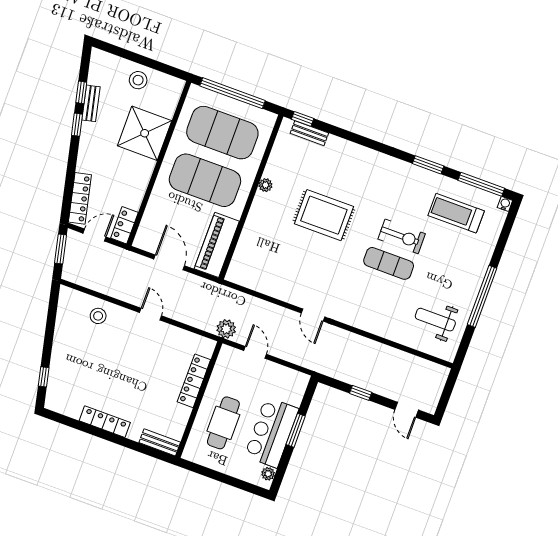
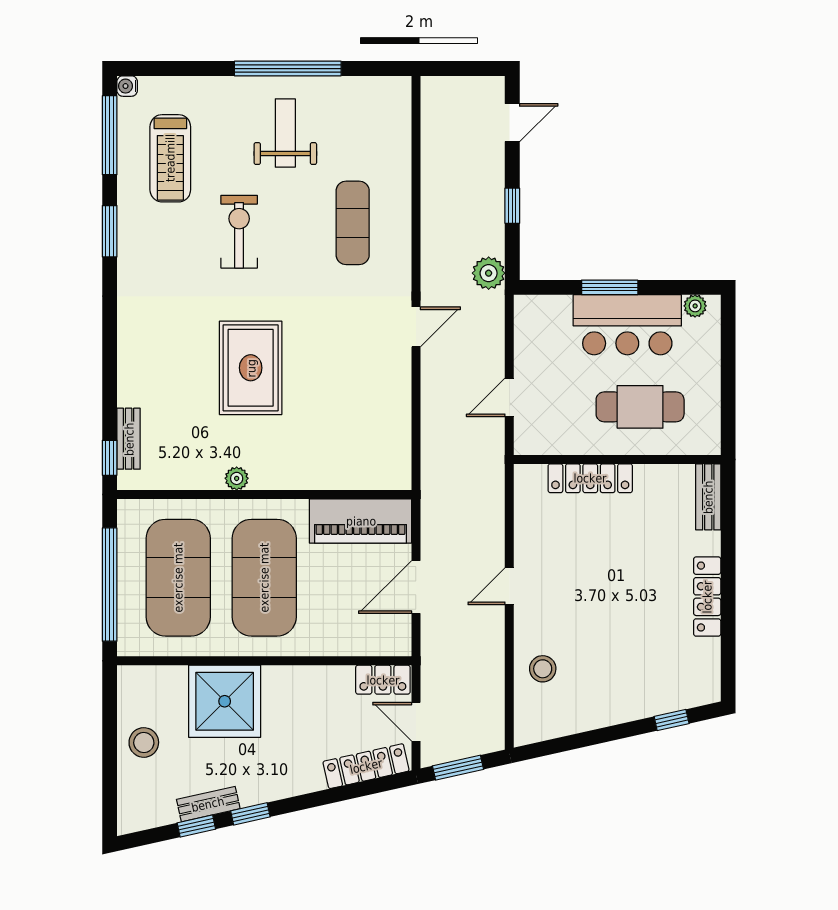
exercise mat: (389, 263) -> (353, 223), moved
weight bench: (435, 320) -> (285, 133), moved, turned 180
plant: (226, 329) -> (489, 273), moved

